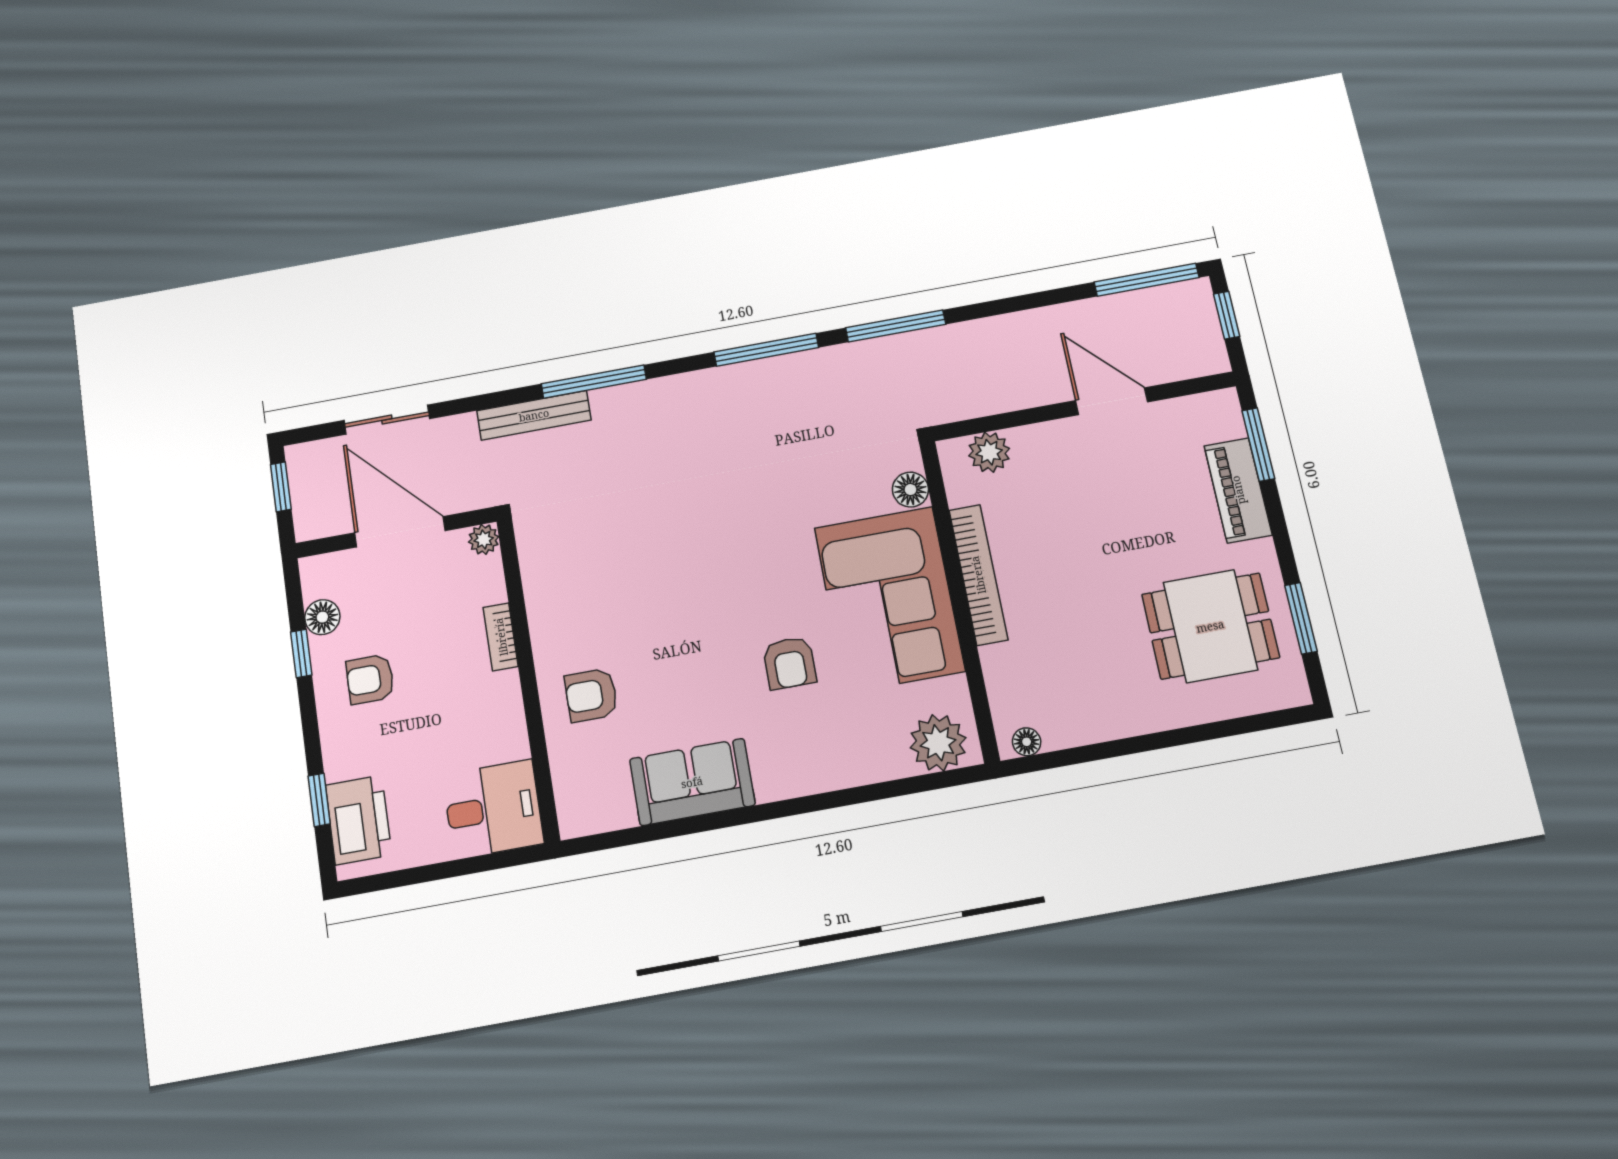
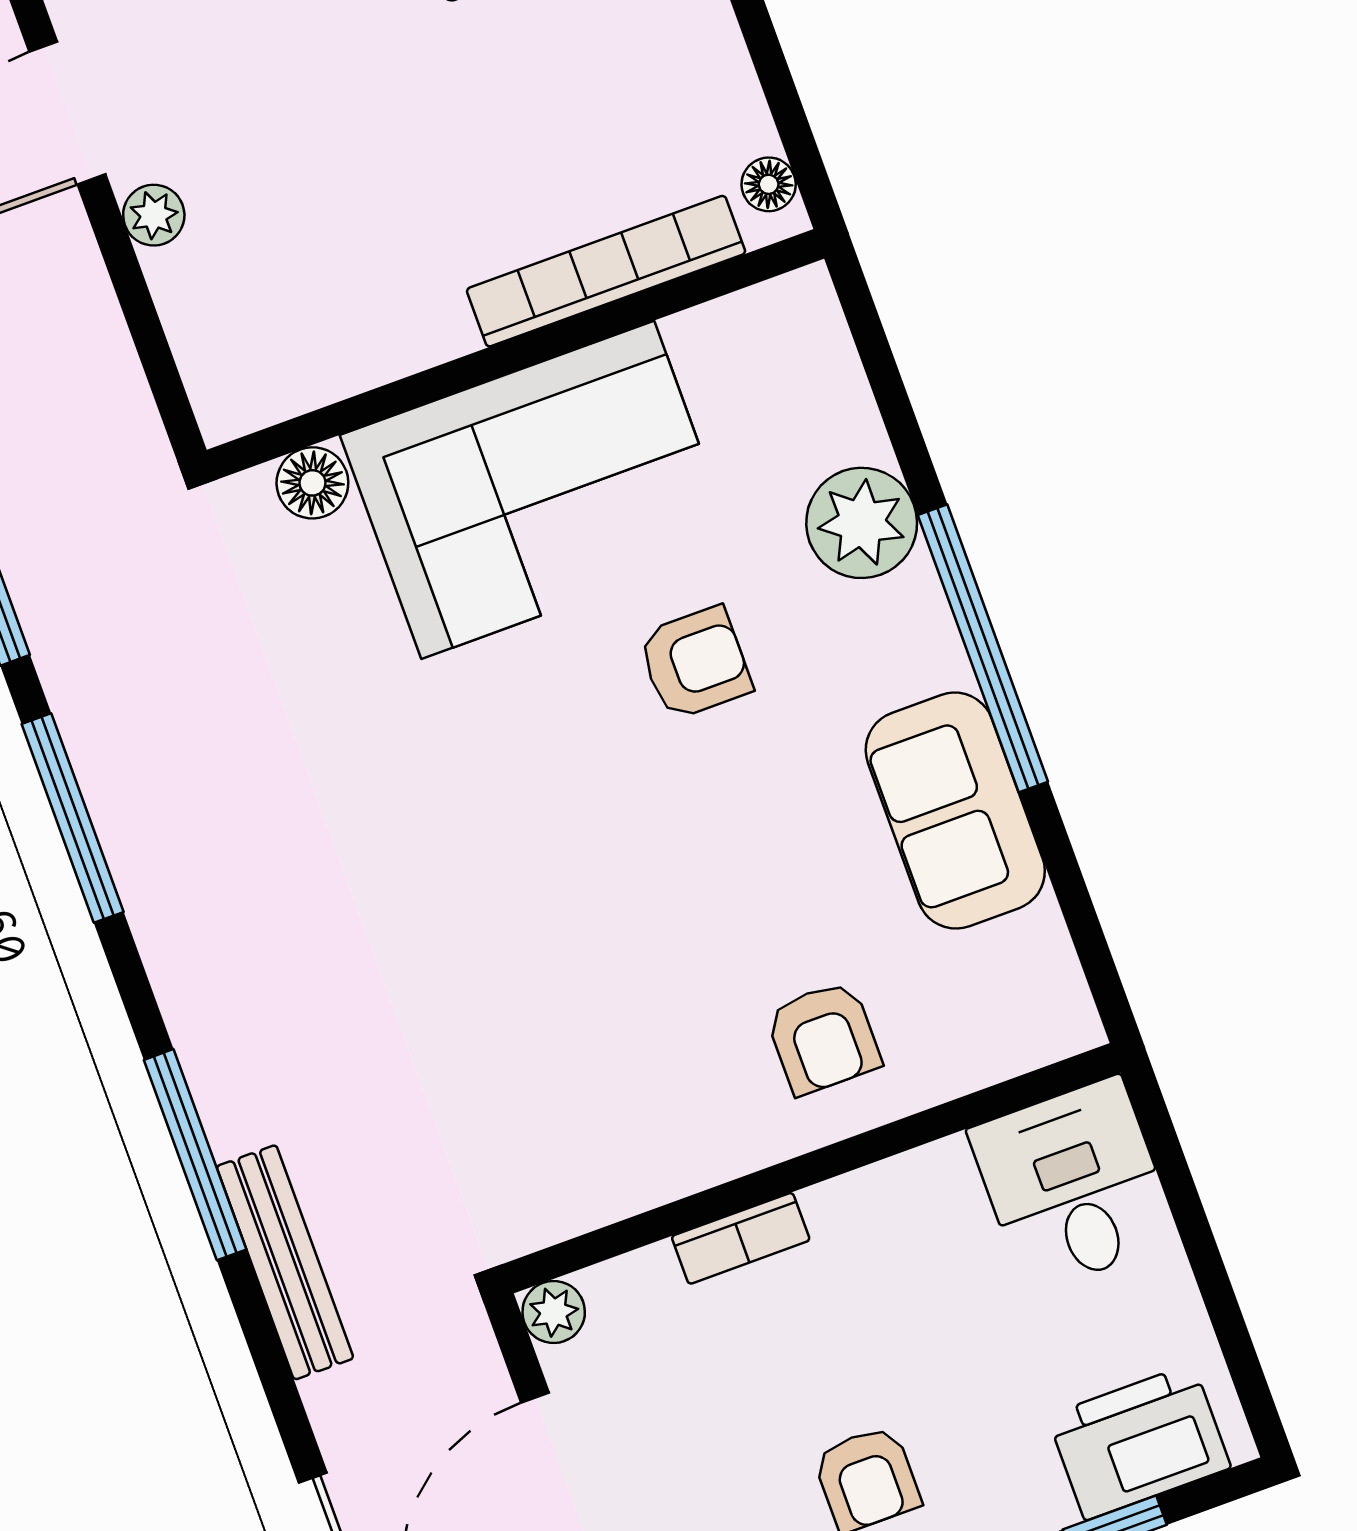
plant: (989, 452) -> (154, 215), moved, width x0.73, depth x0.73
bookcase: (978, 575) -> (606, 271), moved
plant: (938, 743) -> (862, 523), moved
window: (772, 811) -> (983, 648), added

